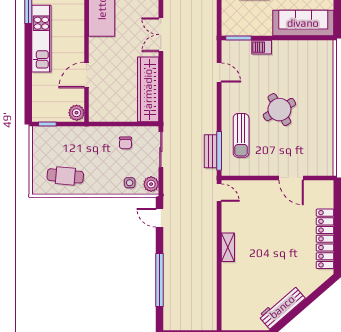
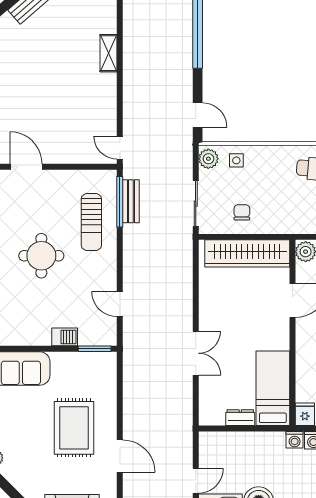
wardrobe: (148, 89) -> (247, 253), moved, turned 90
round table: (279, 110) -> (41, 256), turned 30
sun lounger: (241, 135) -> (91, 222), turned 180
shelving: (228, 247) -> (109, 53), moved

